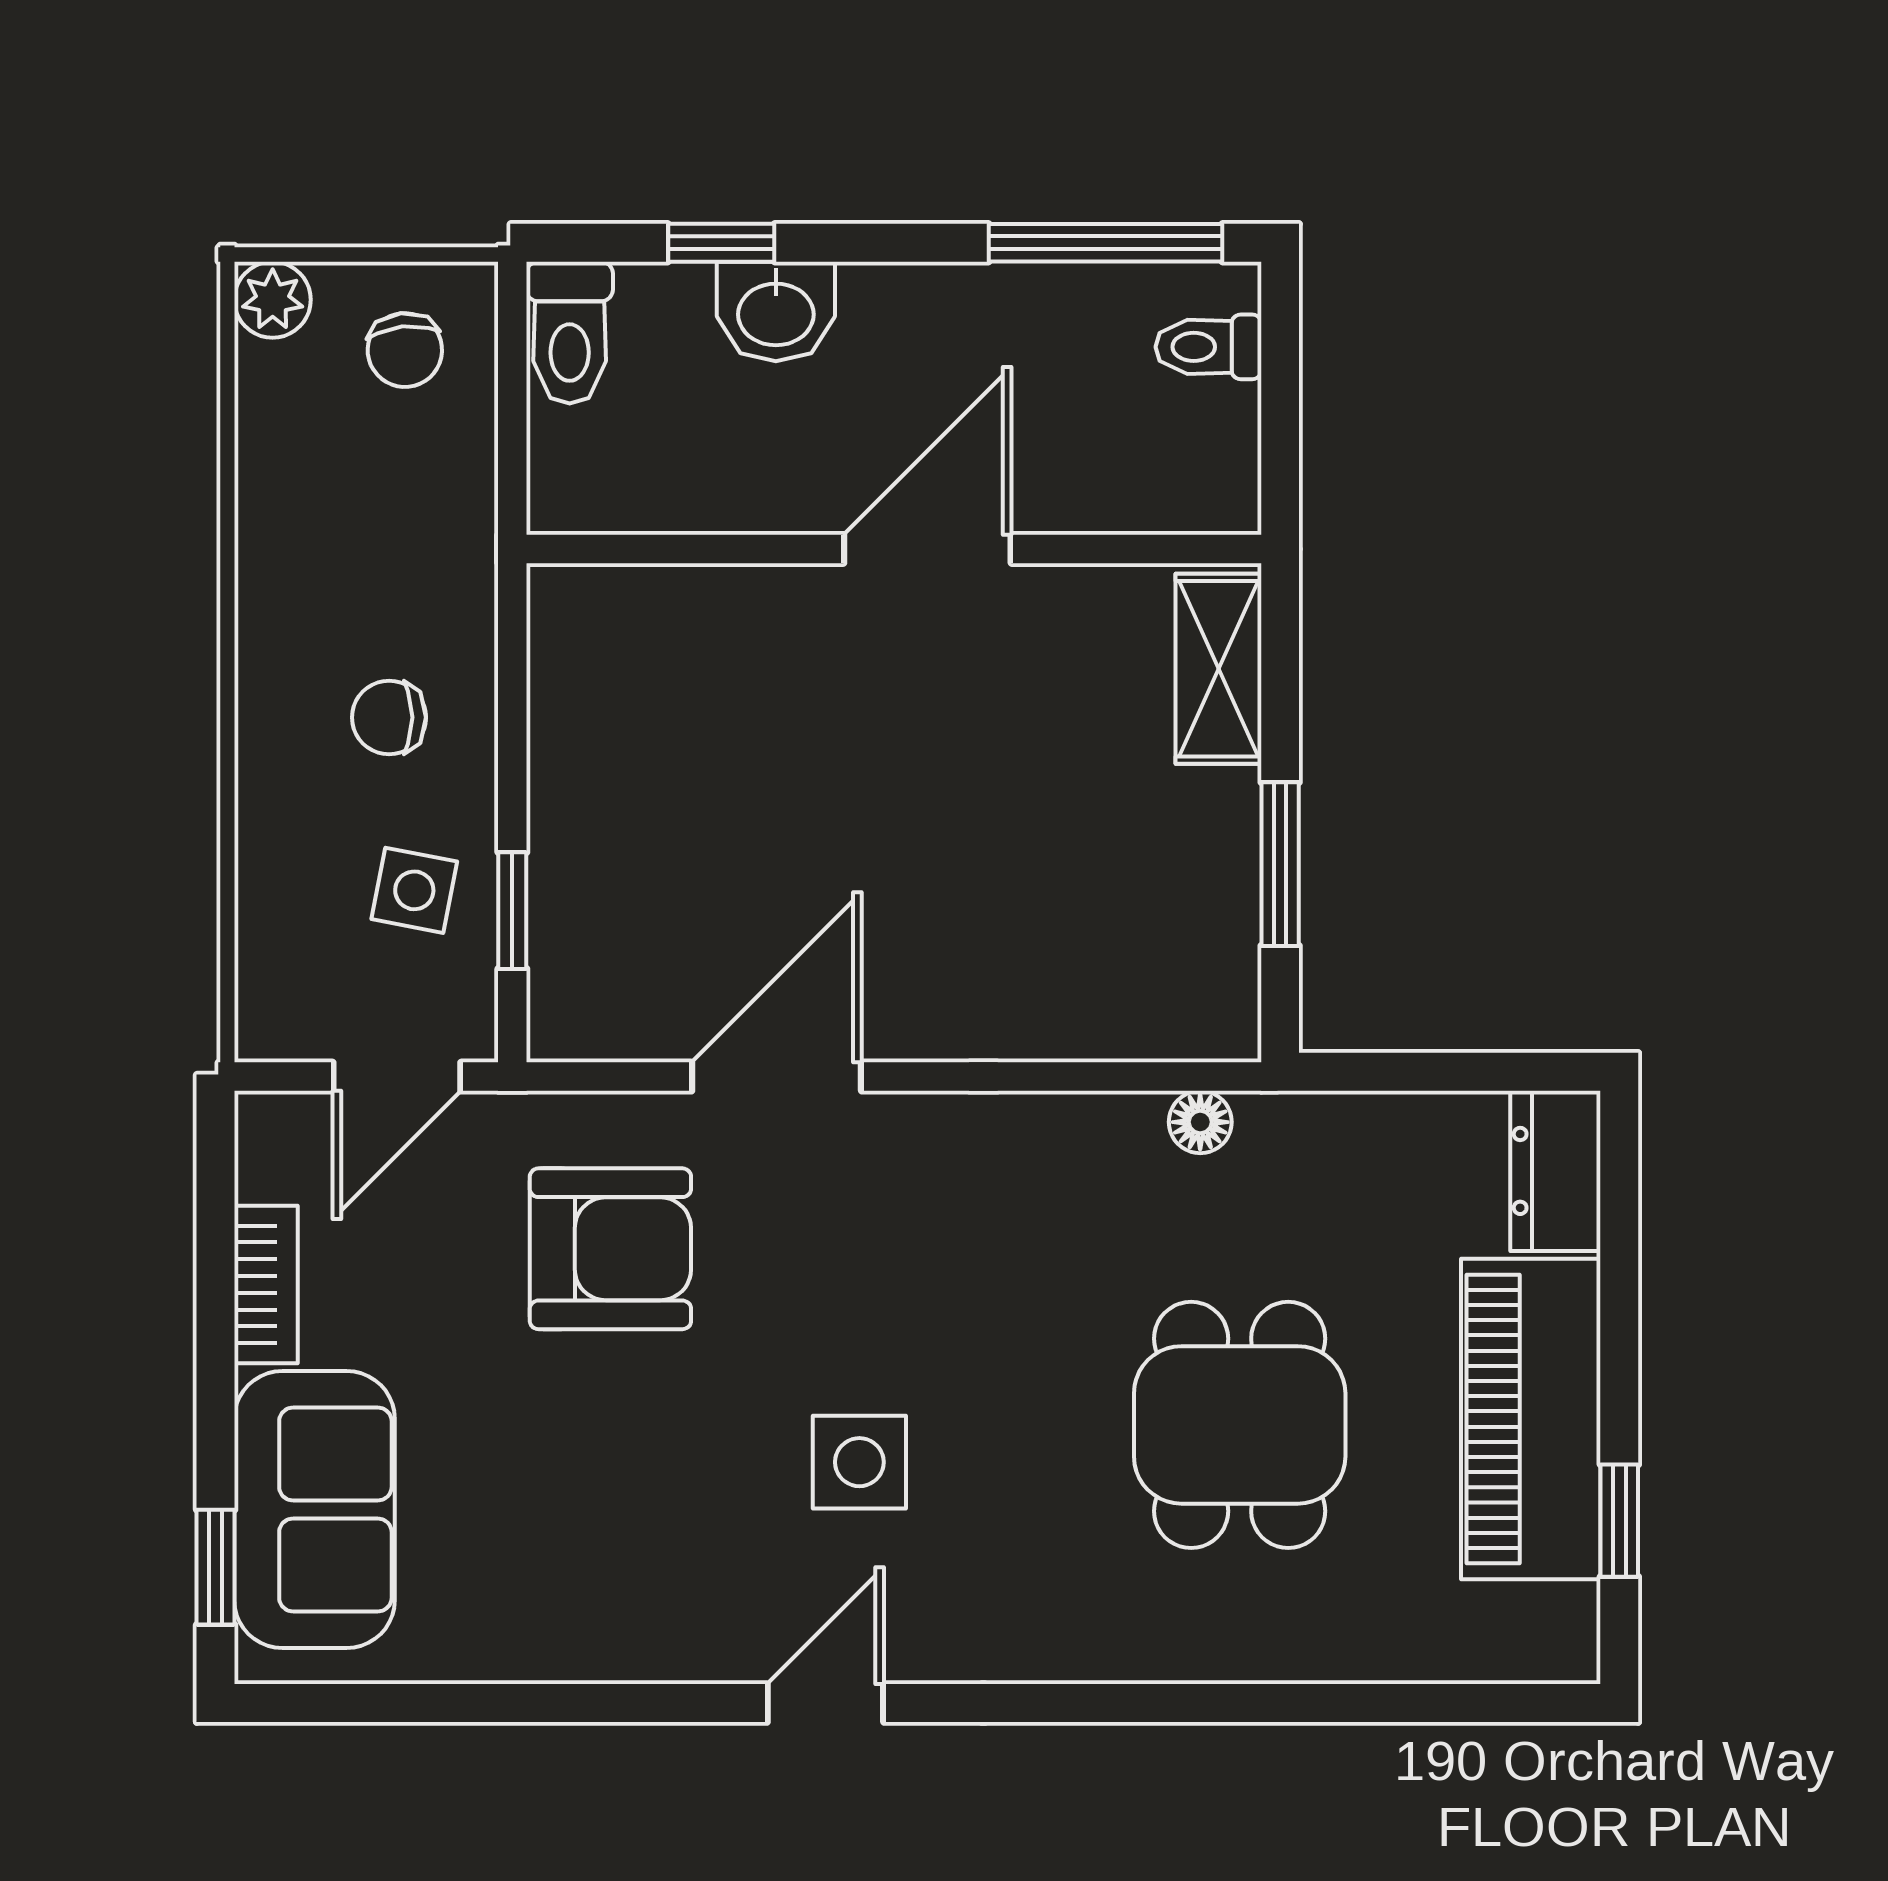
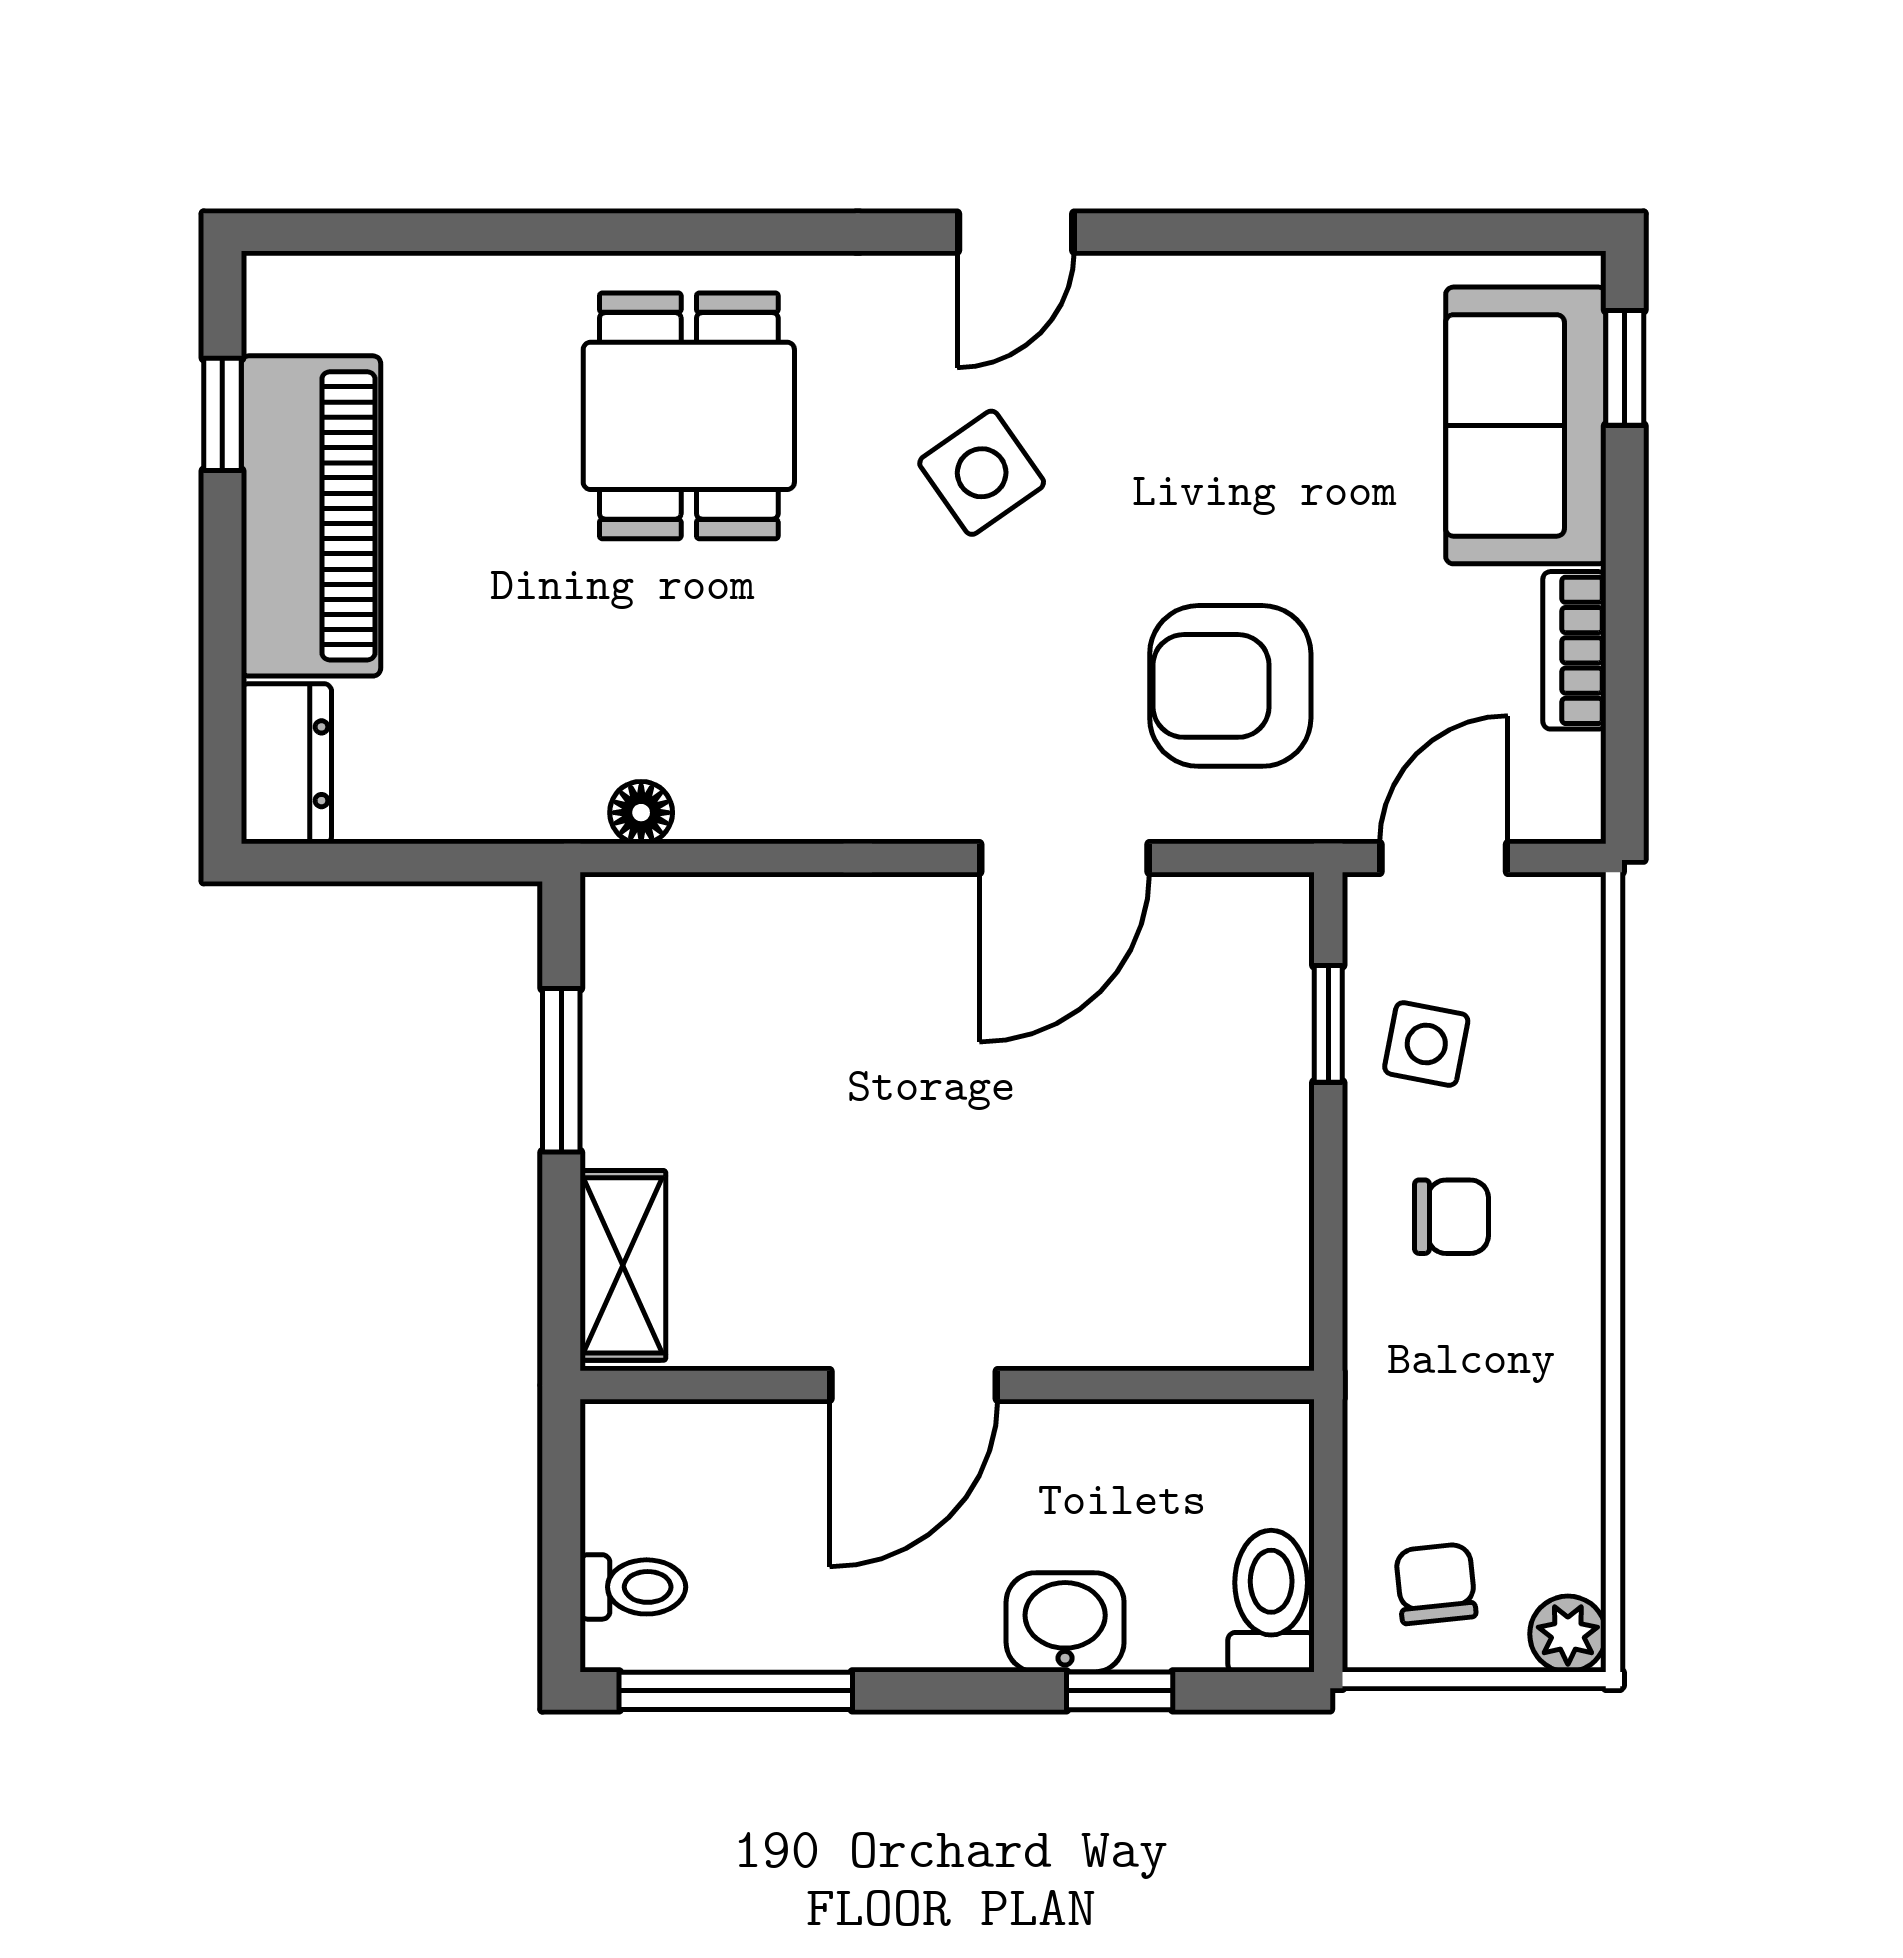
dining table: (1240, 1425) -> (689, 416), moved
side table: (859, 1462) -> (982, 473), turned -35

